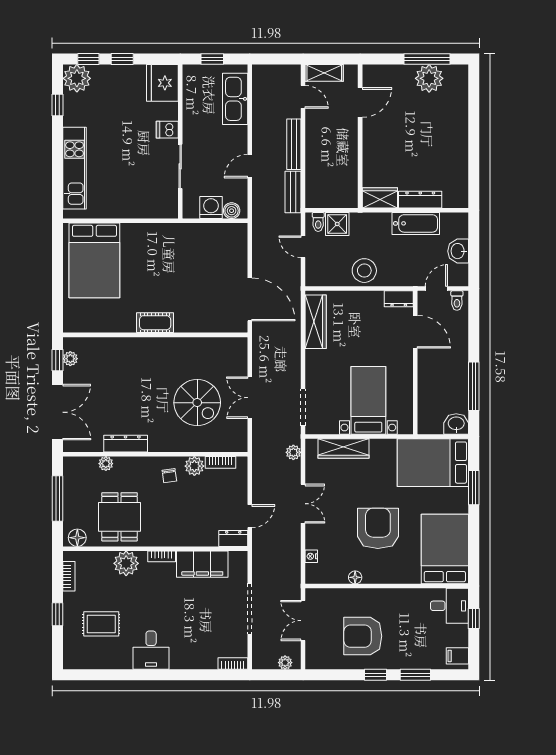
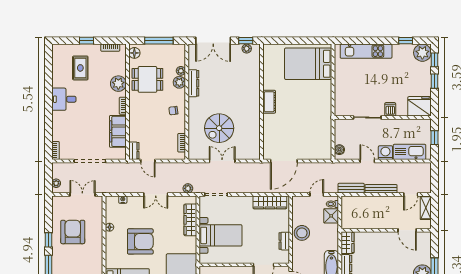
washing machine: (211, 208) -> (385, 153), moved, turned -90
dresser: (399, 299) -> (284, 241), moved
plant: (194, 466) -> (179, 82), moved

